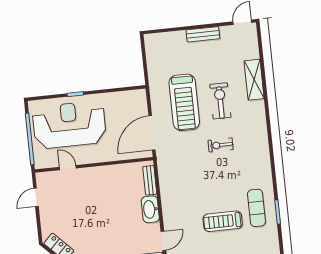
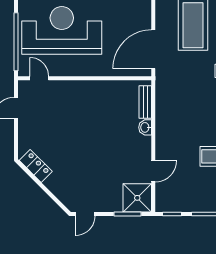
door: (68, 168) -> (39, 78), moved
washbasin: (150, 209) -> (145, 127), width x0.52, depth x0.69

